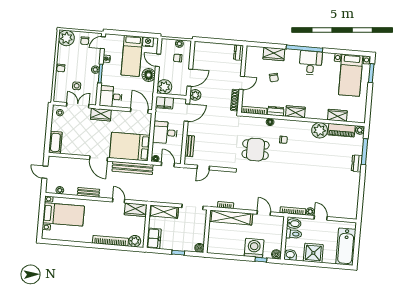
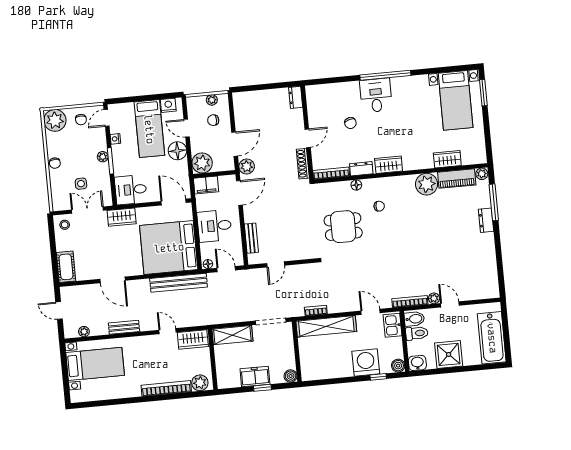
wardrobe: (274, 54) -> (344, 90), removed
desk: (311, 63) -> (376, 95), moved
bed: (130, 147) -> (169, 248), width x1.36
door: (98, 158) -> (113, 280), moved
kitchen sink: (278, 225) -> (393, 325), added
freezer: (154, 238) -> (255, 377), moved, turned -90

